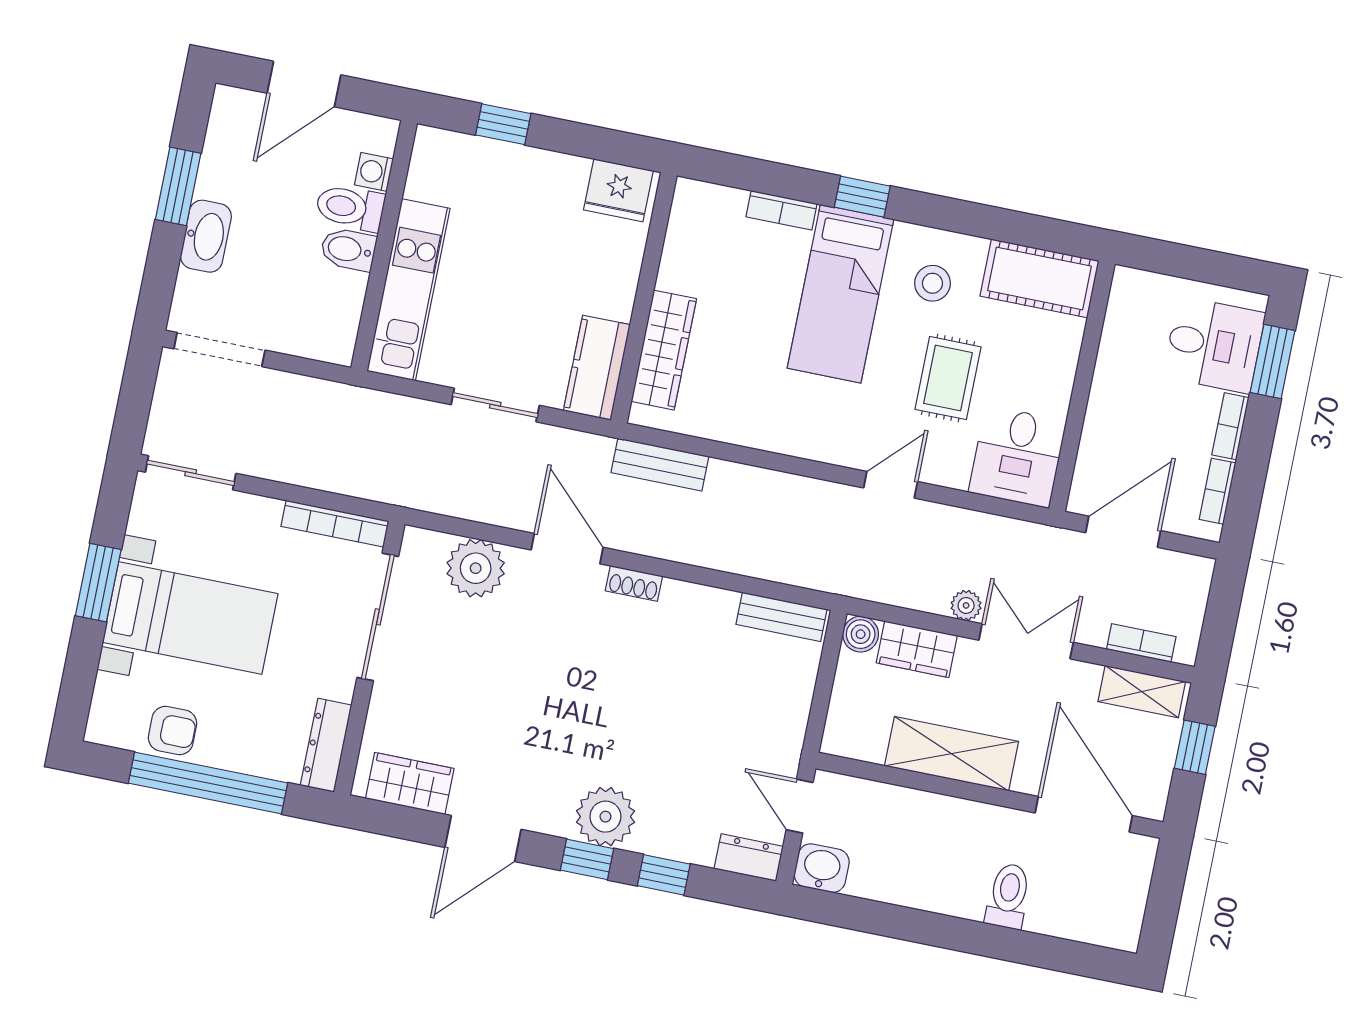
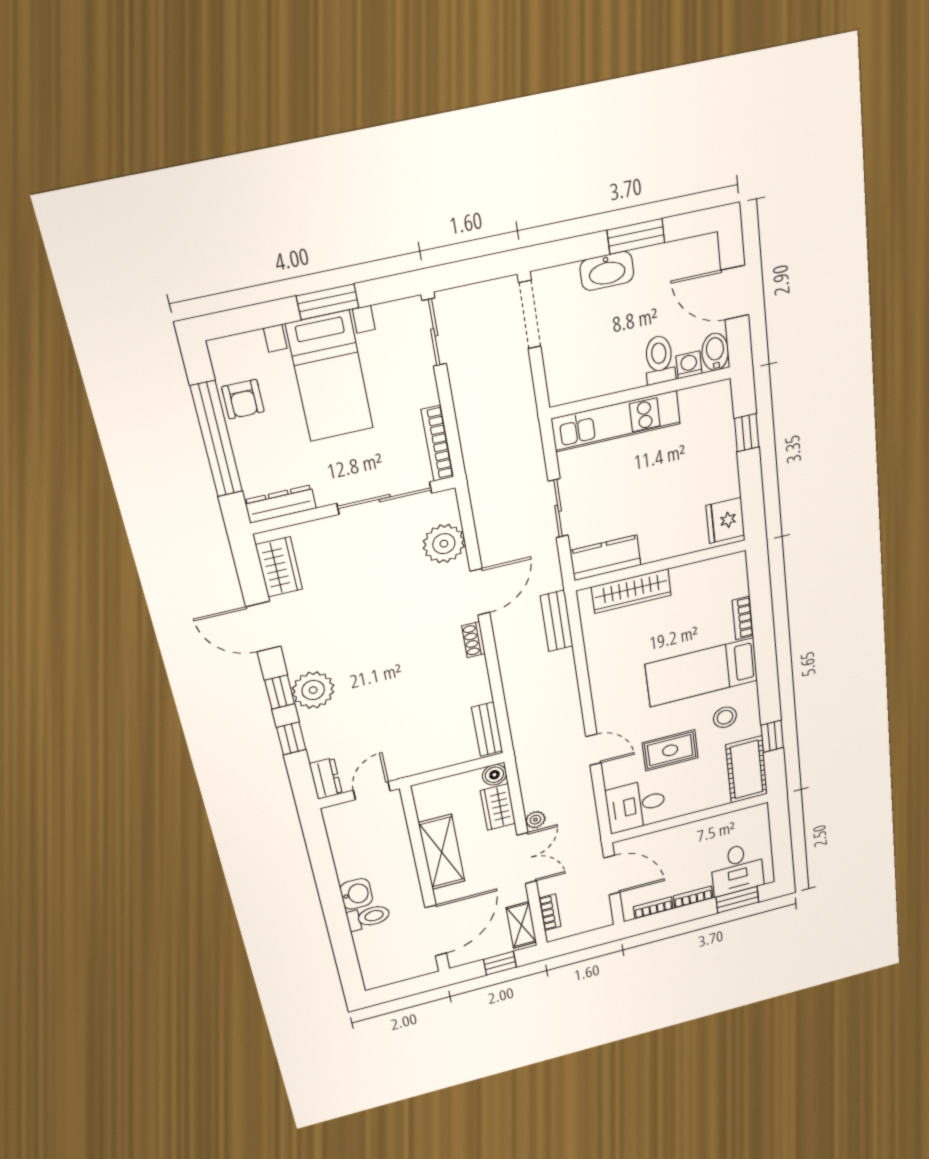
window: (862, 197) -> (772, 736), moved
bidet: (348, 249) -> (715, 352), moved
washbasin: (822, 868) -> (356, 894), moved

